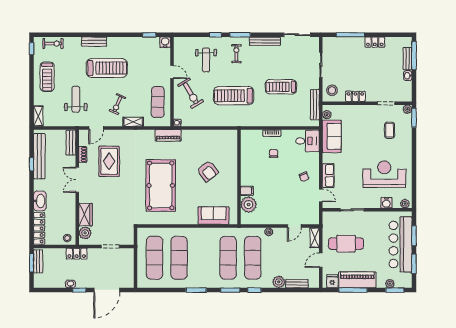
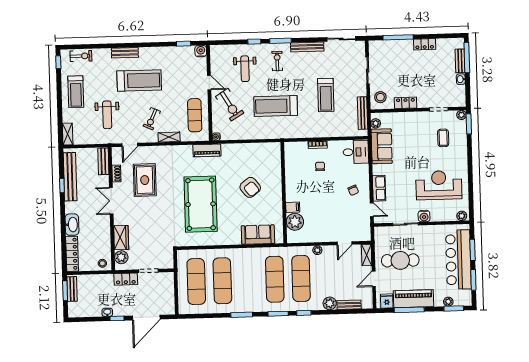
treadmill: (281, 87) -> (326, 95), turned -90
weight bench: (76, 99) -> (107, 115), turned 180
water cooler: (386, 203) -> (424, 216), moved
locker: (77, 254) -> (126, 279), moved

